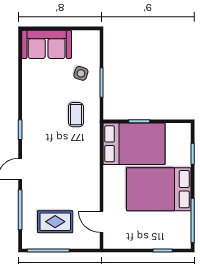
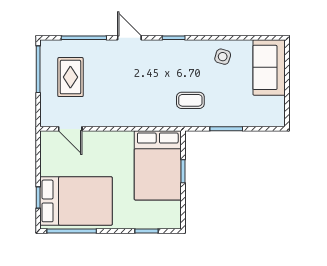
side table: (81, 73) -> (223, 57), moved
bed: (159, 189) -> (76, 201), moved, turned 90
door: (101, 222) -> (70, 129), swing flipped

